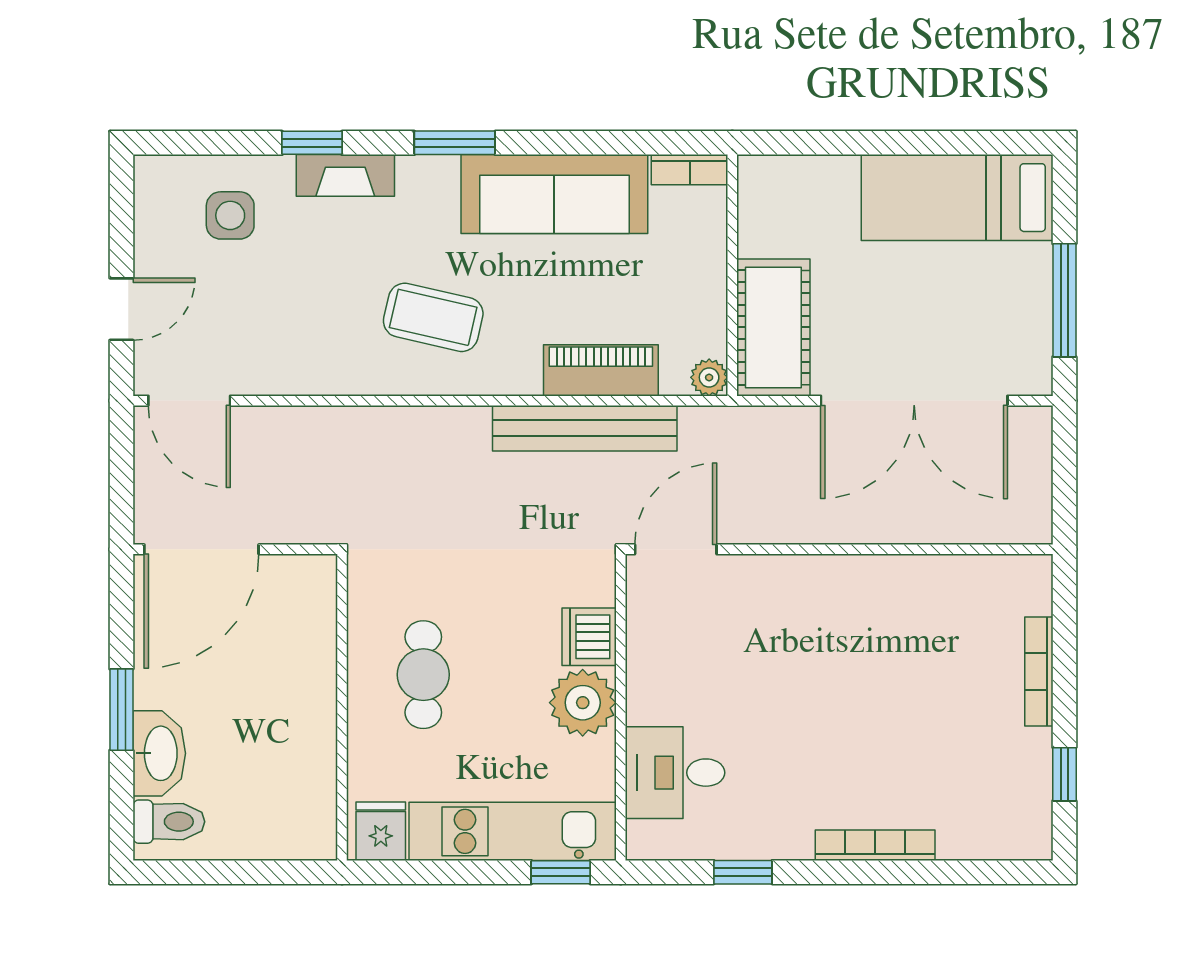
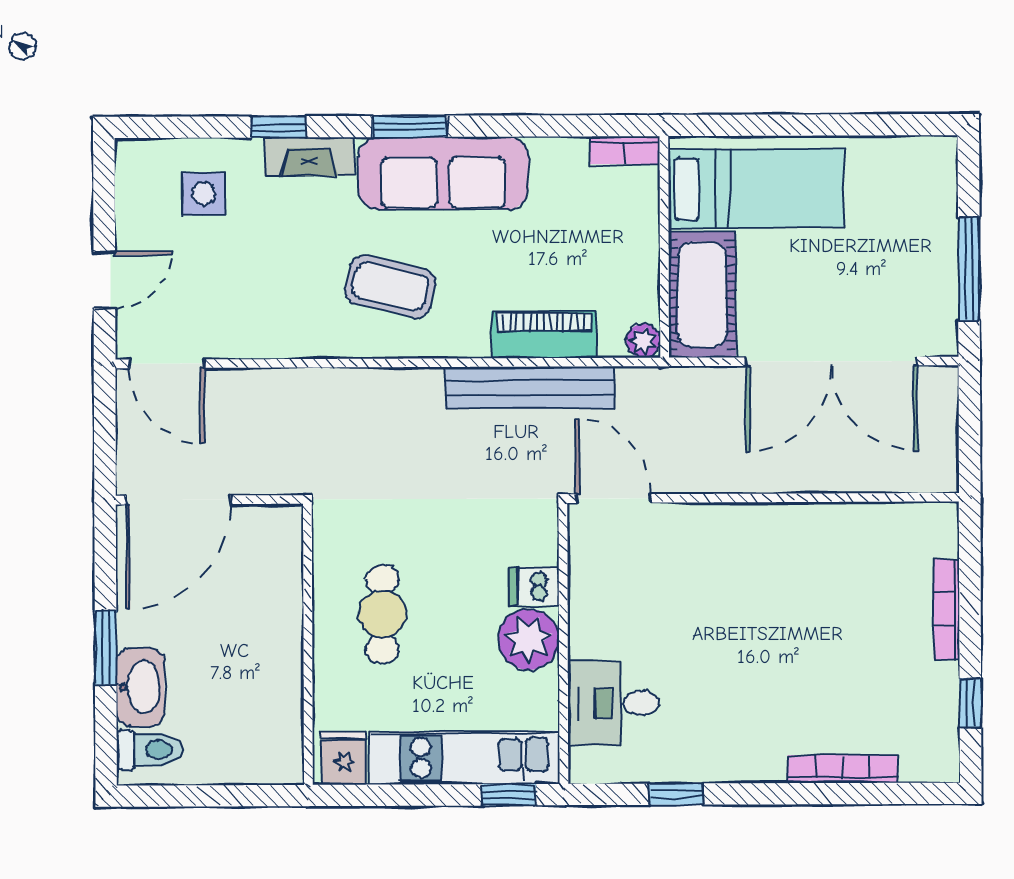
sofa: (554, 194) -> (443, 173), moved
bed: (957, 198) -> (756, 189), moved, turned 180
door: (676, 549) -> (613, 498), hinge flipped
dishwasher: (589, 637) -> (534, 586), width x0.73
bookcase: (875, 845) -> (842, 769), moved

